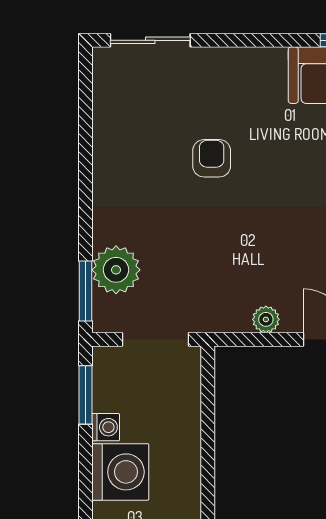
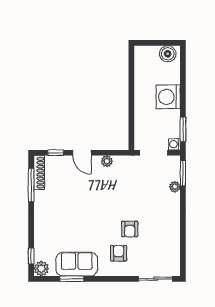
armchair: (238, 101) -> (119, 253), added
plant: (116, 270) -> (175, 187), width x0.53, depth x0.53
washing machine: (106, 427) -> (174, 144), moved

